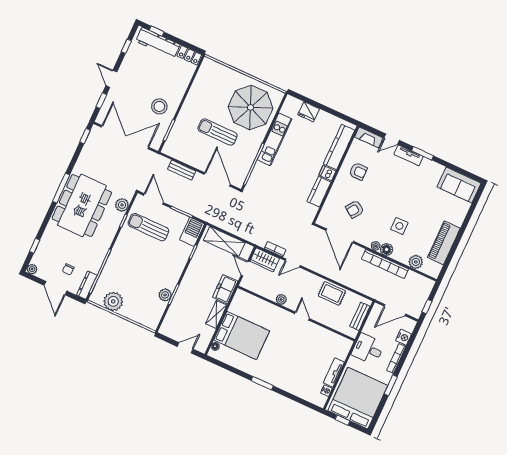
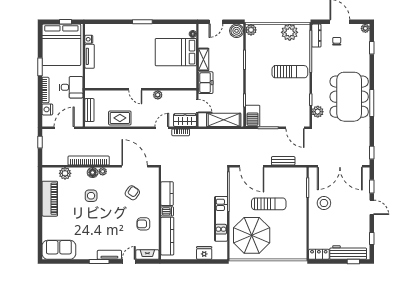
sun lounger: (148, 227) -> (290, 72), moved
plant: (165, 295) -> (251, 30), moved
boiler: (168, 328) -> (237, 31), added

